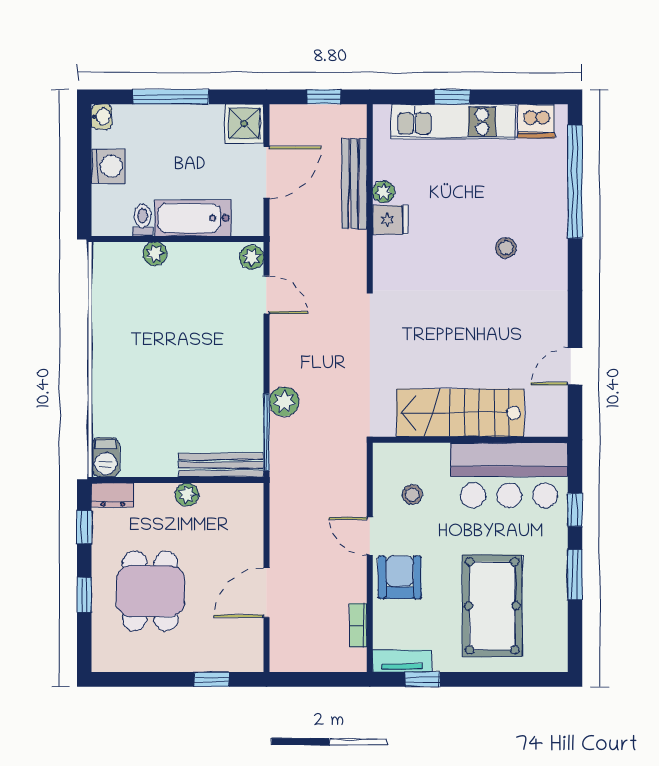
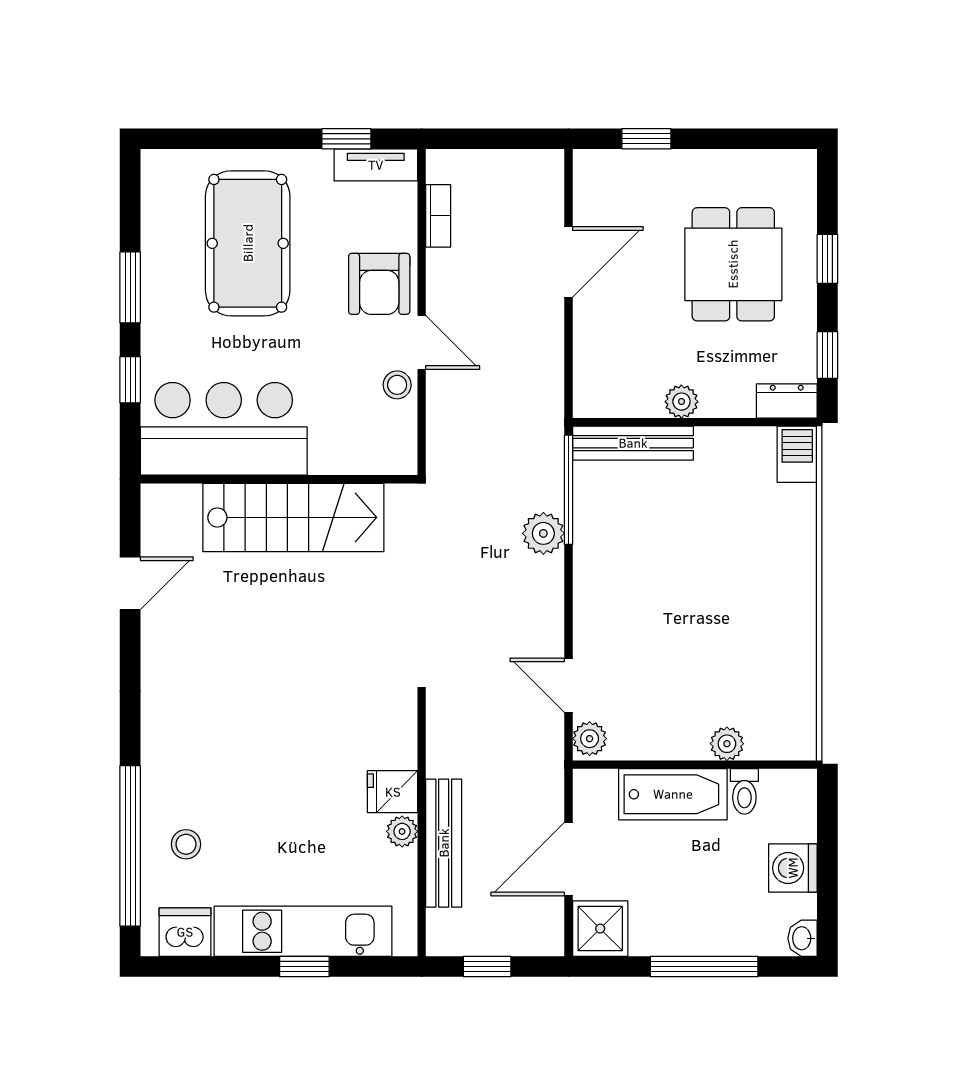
stool: (506, 248) -> (186, 844), moved
stool: (412, 494) -> (397, 385), moved

